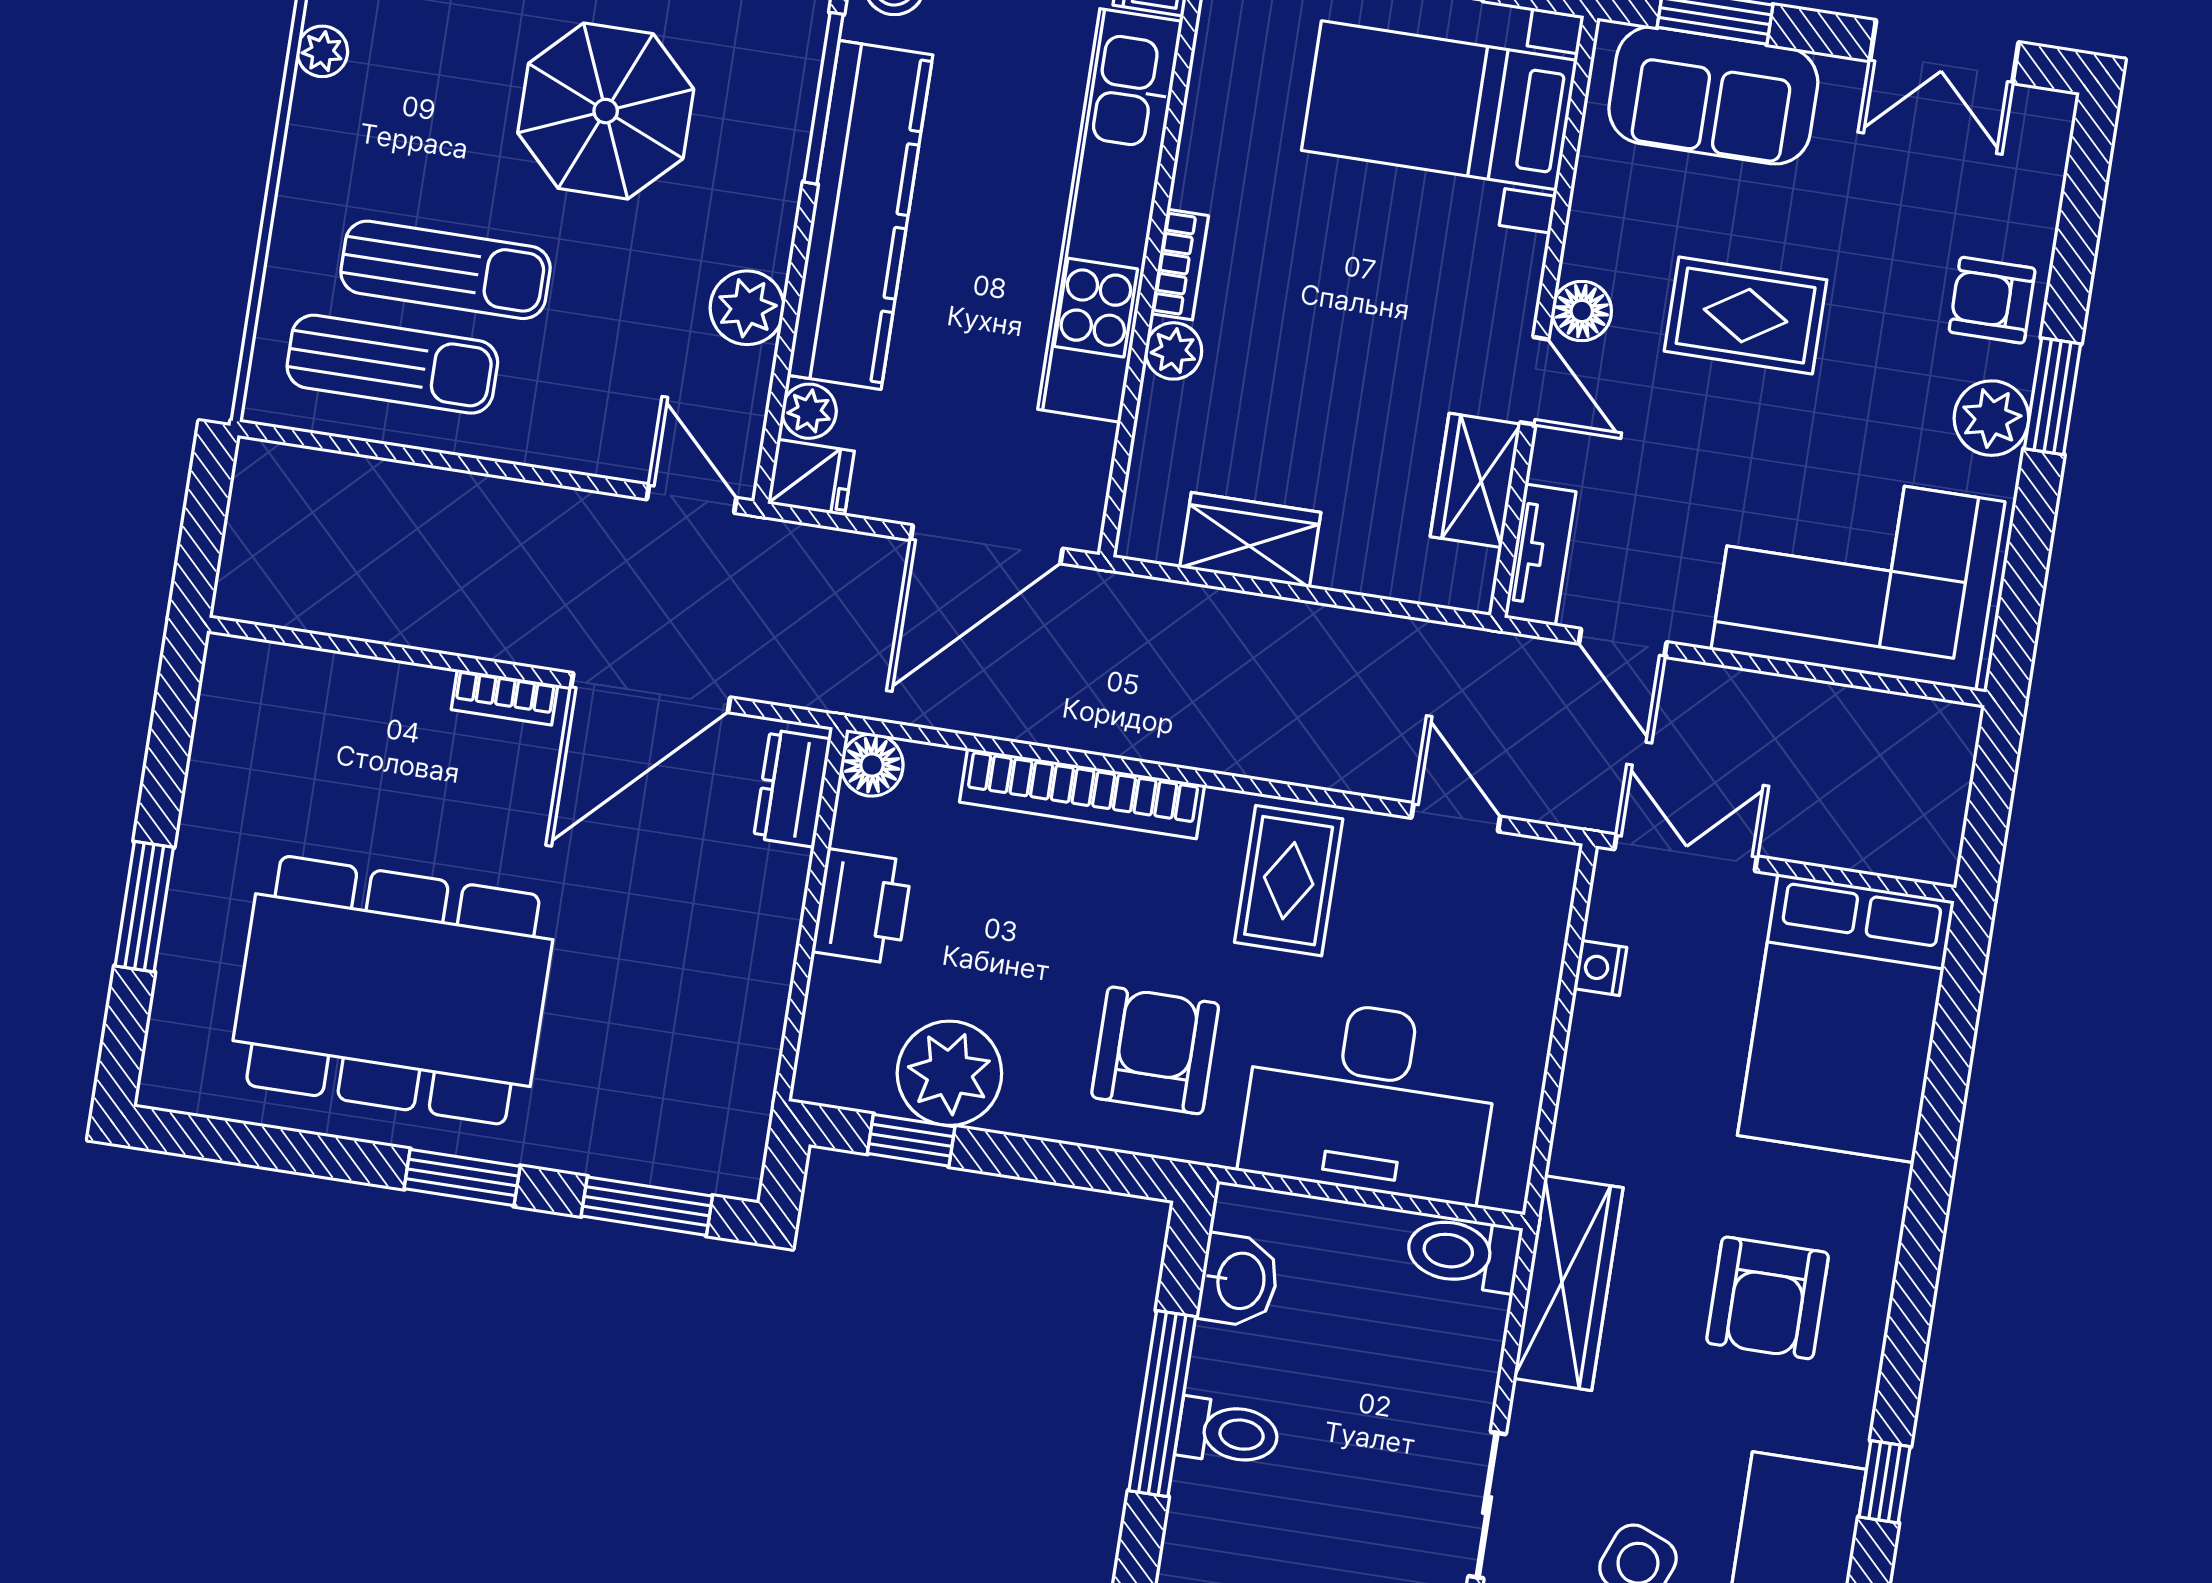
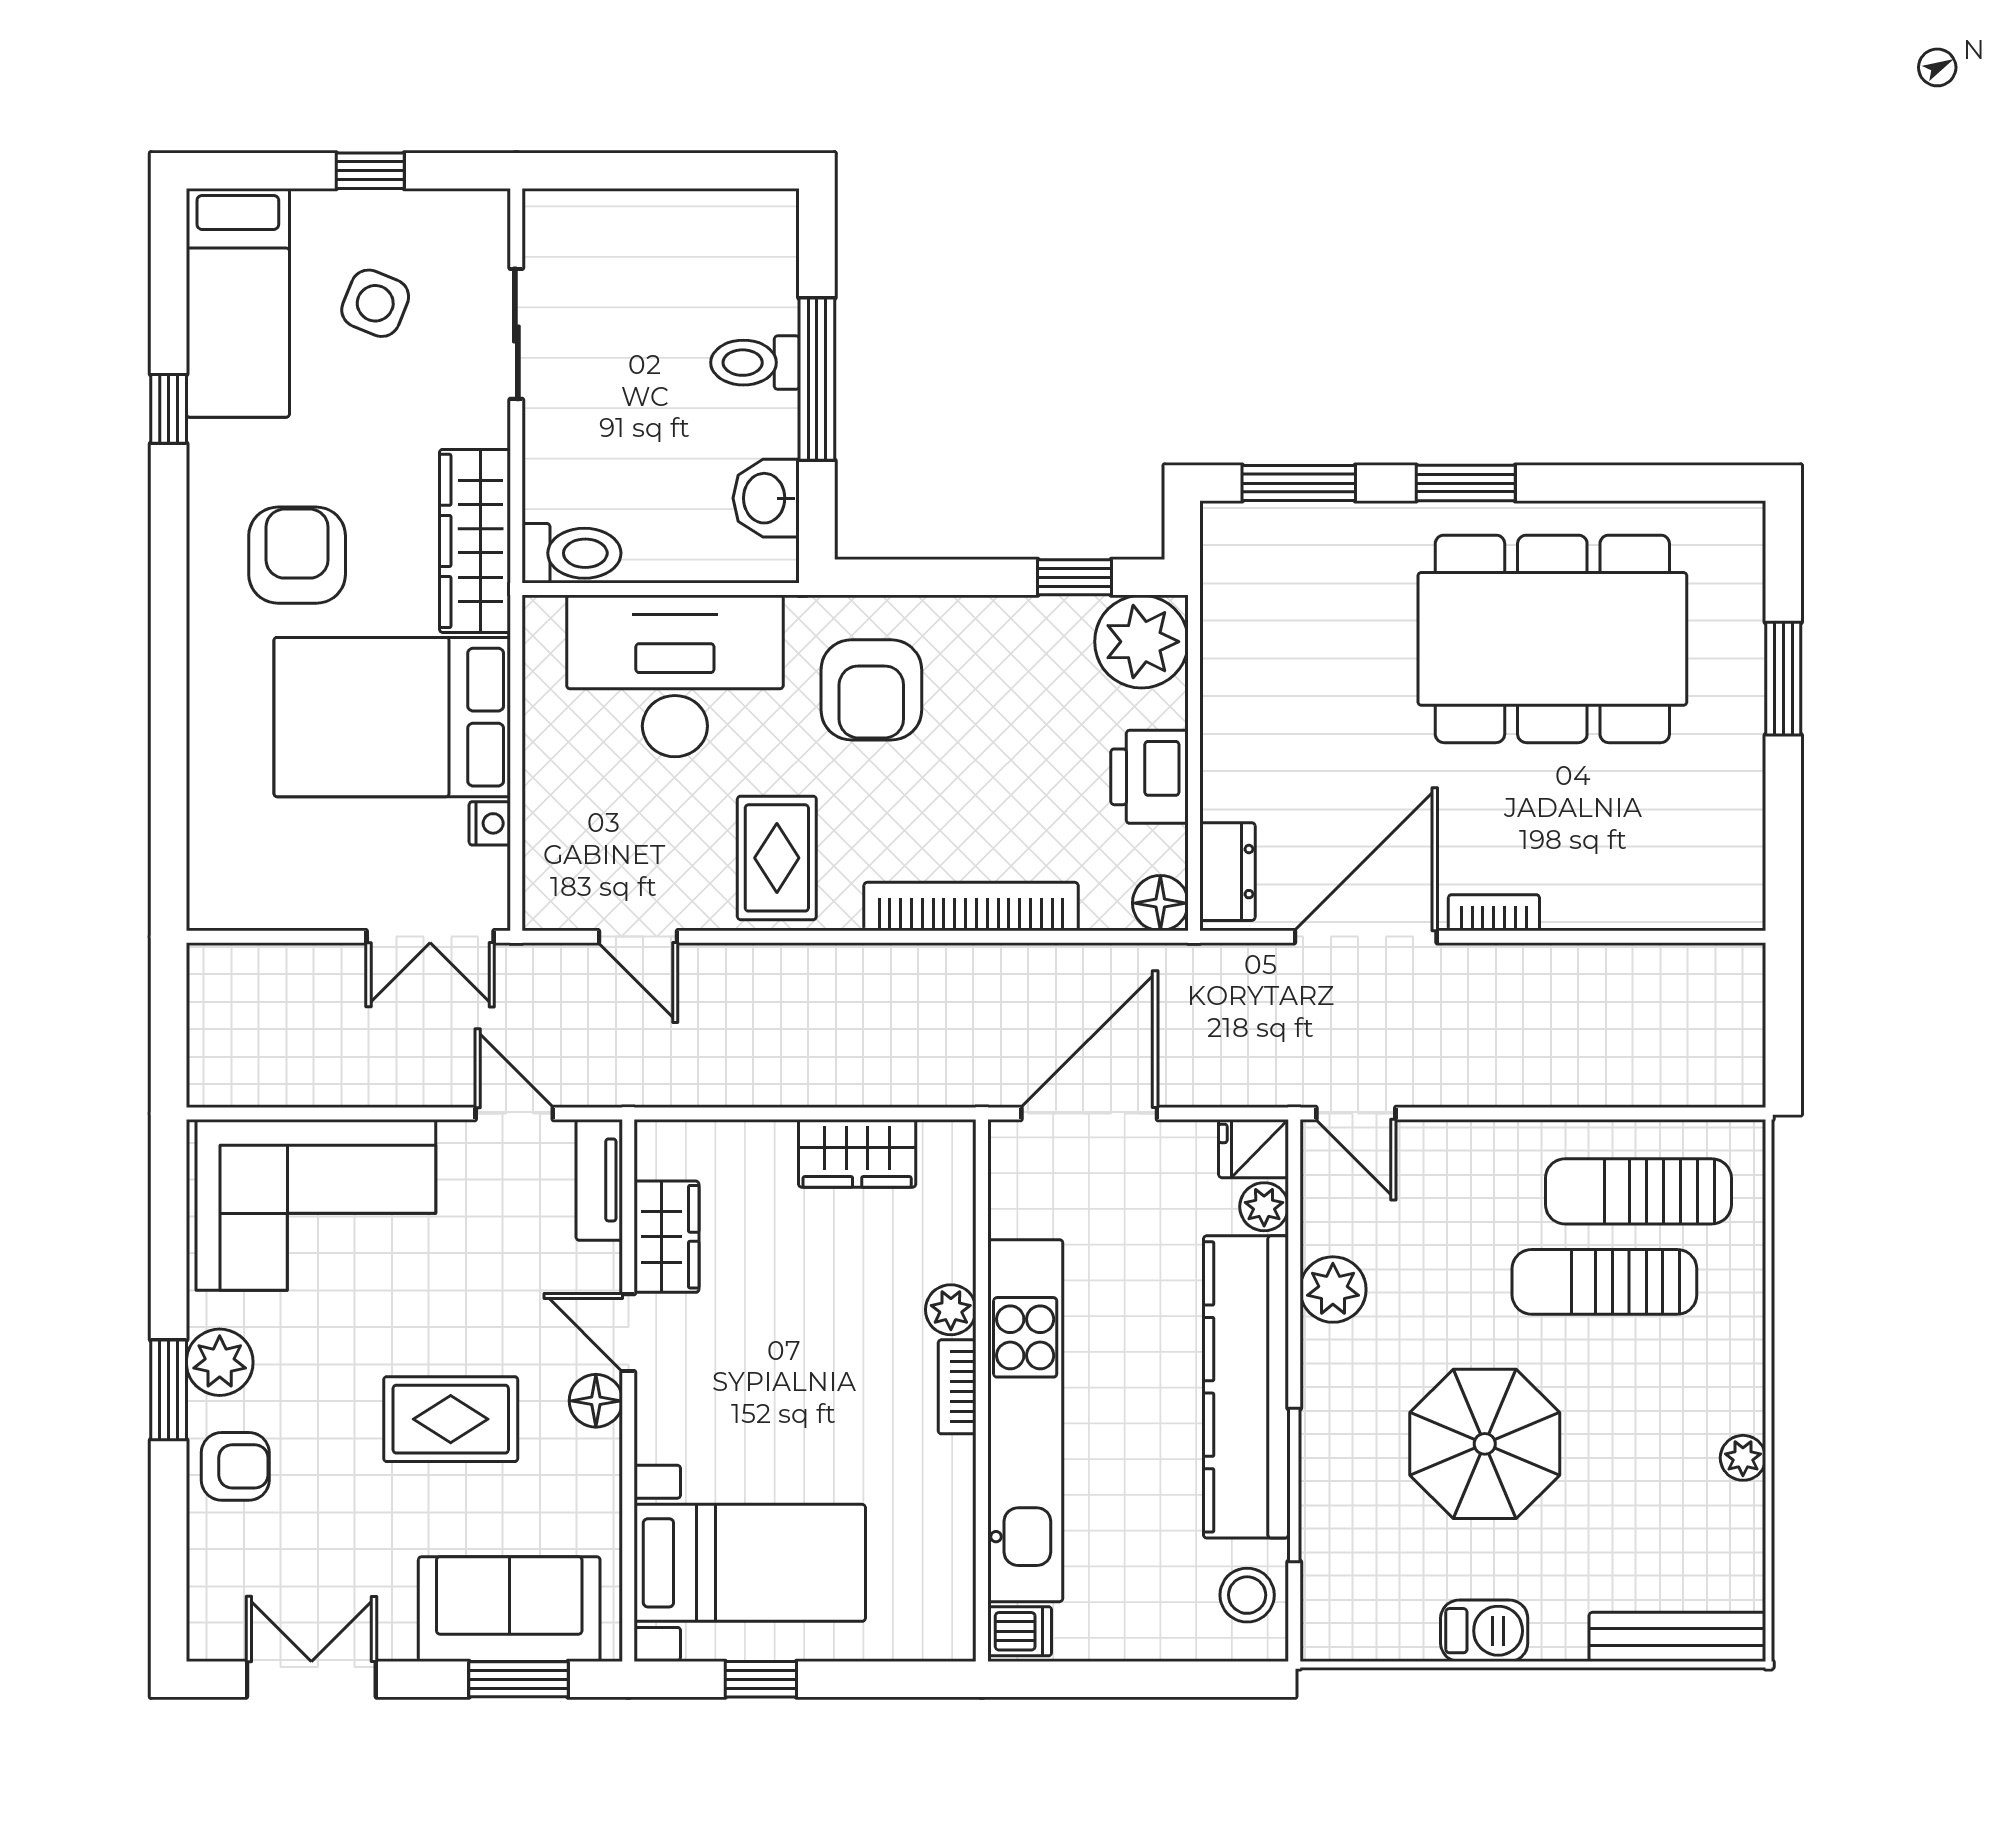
bed: (1846, 1018) -> (392, 717), moved, turned -90
plant: (949, 1073) -> (1141, 642), moved

